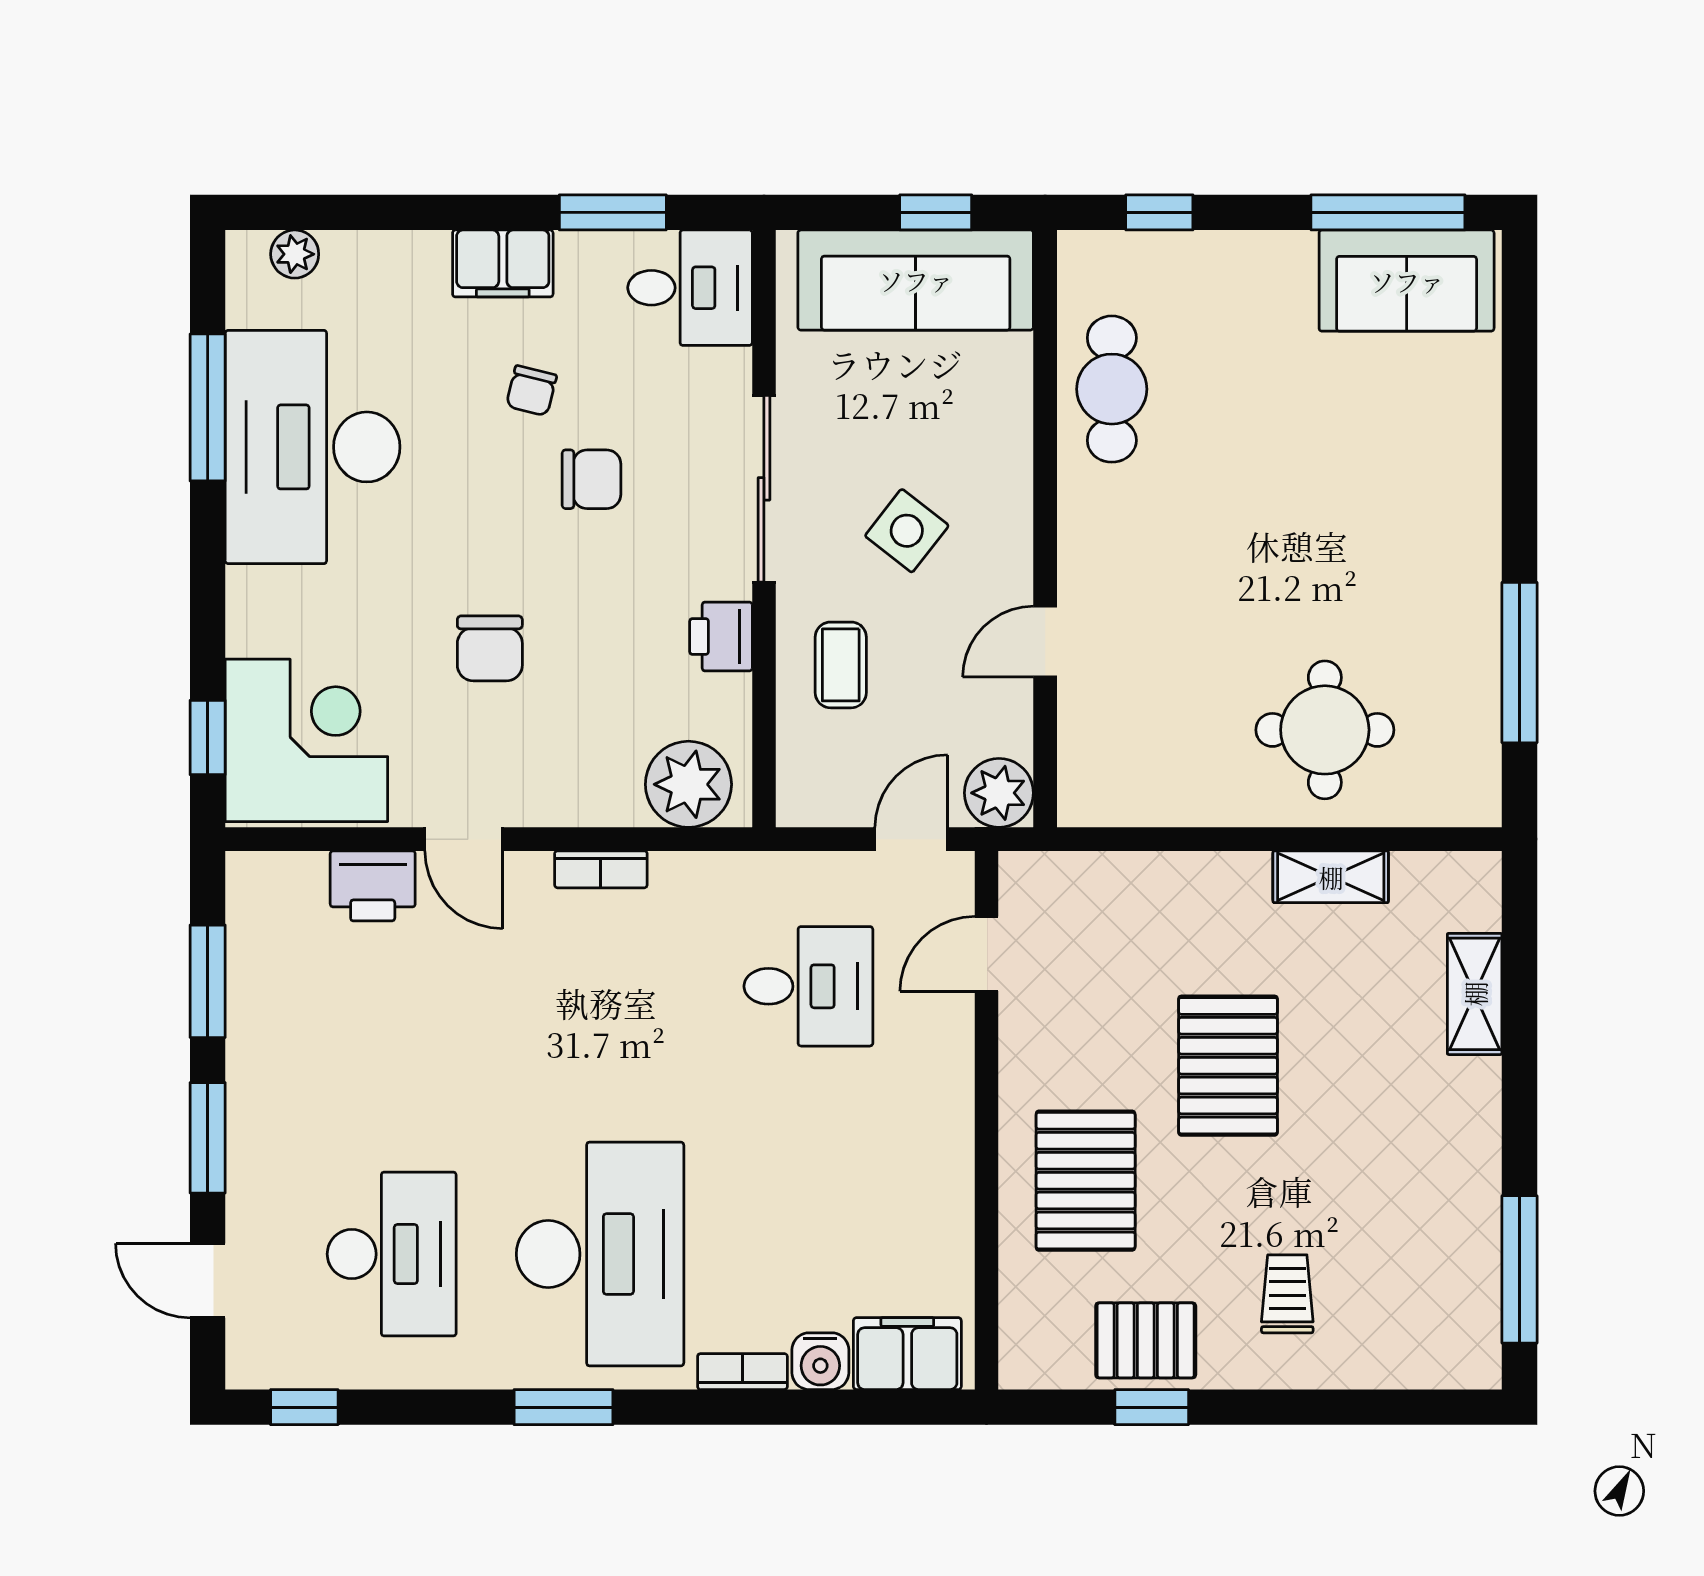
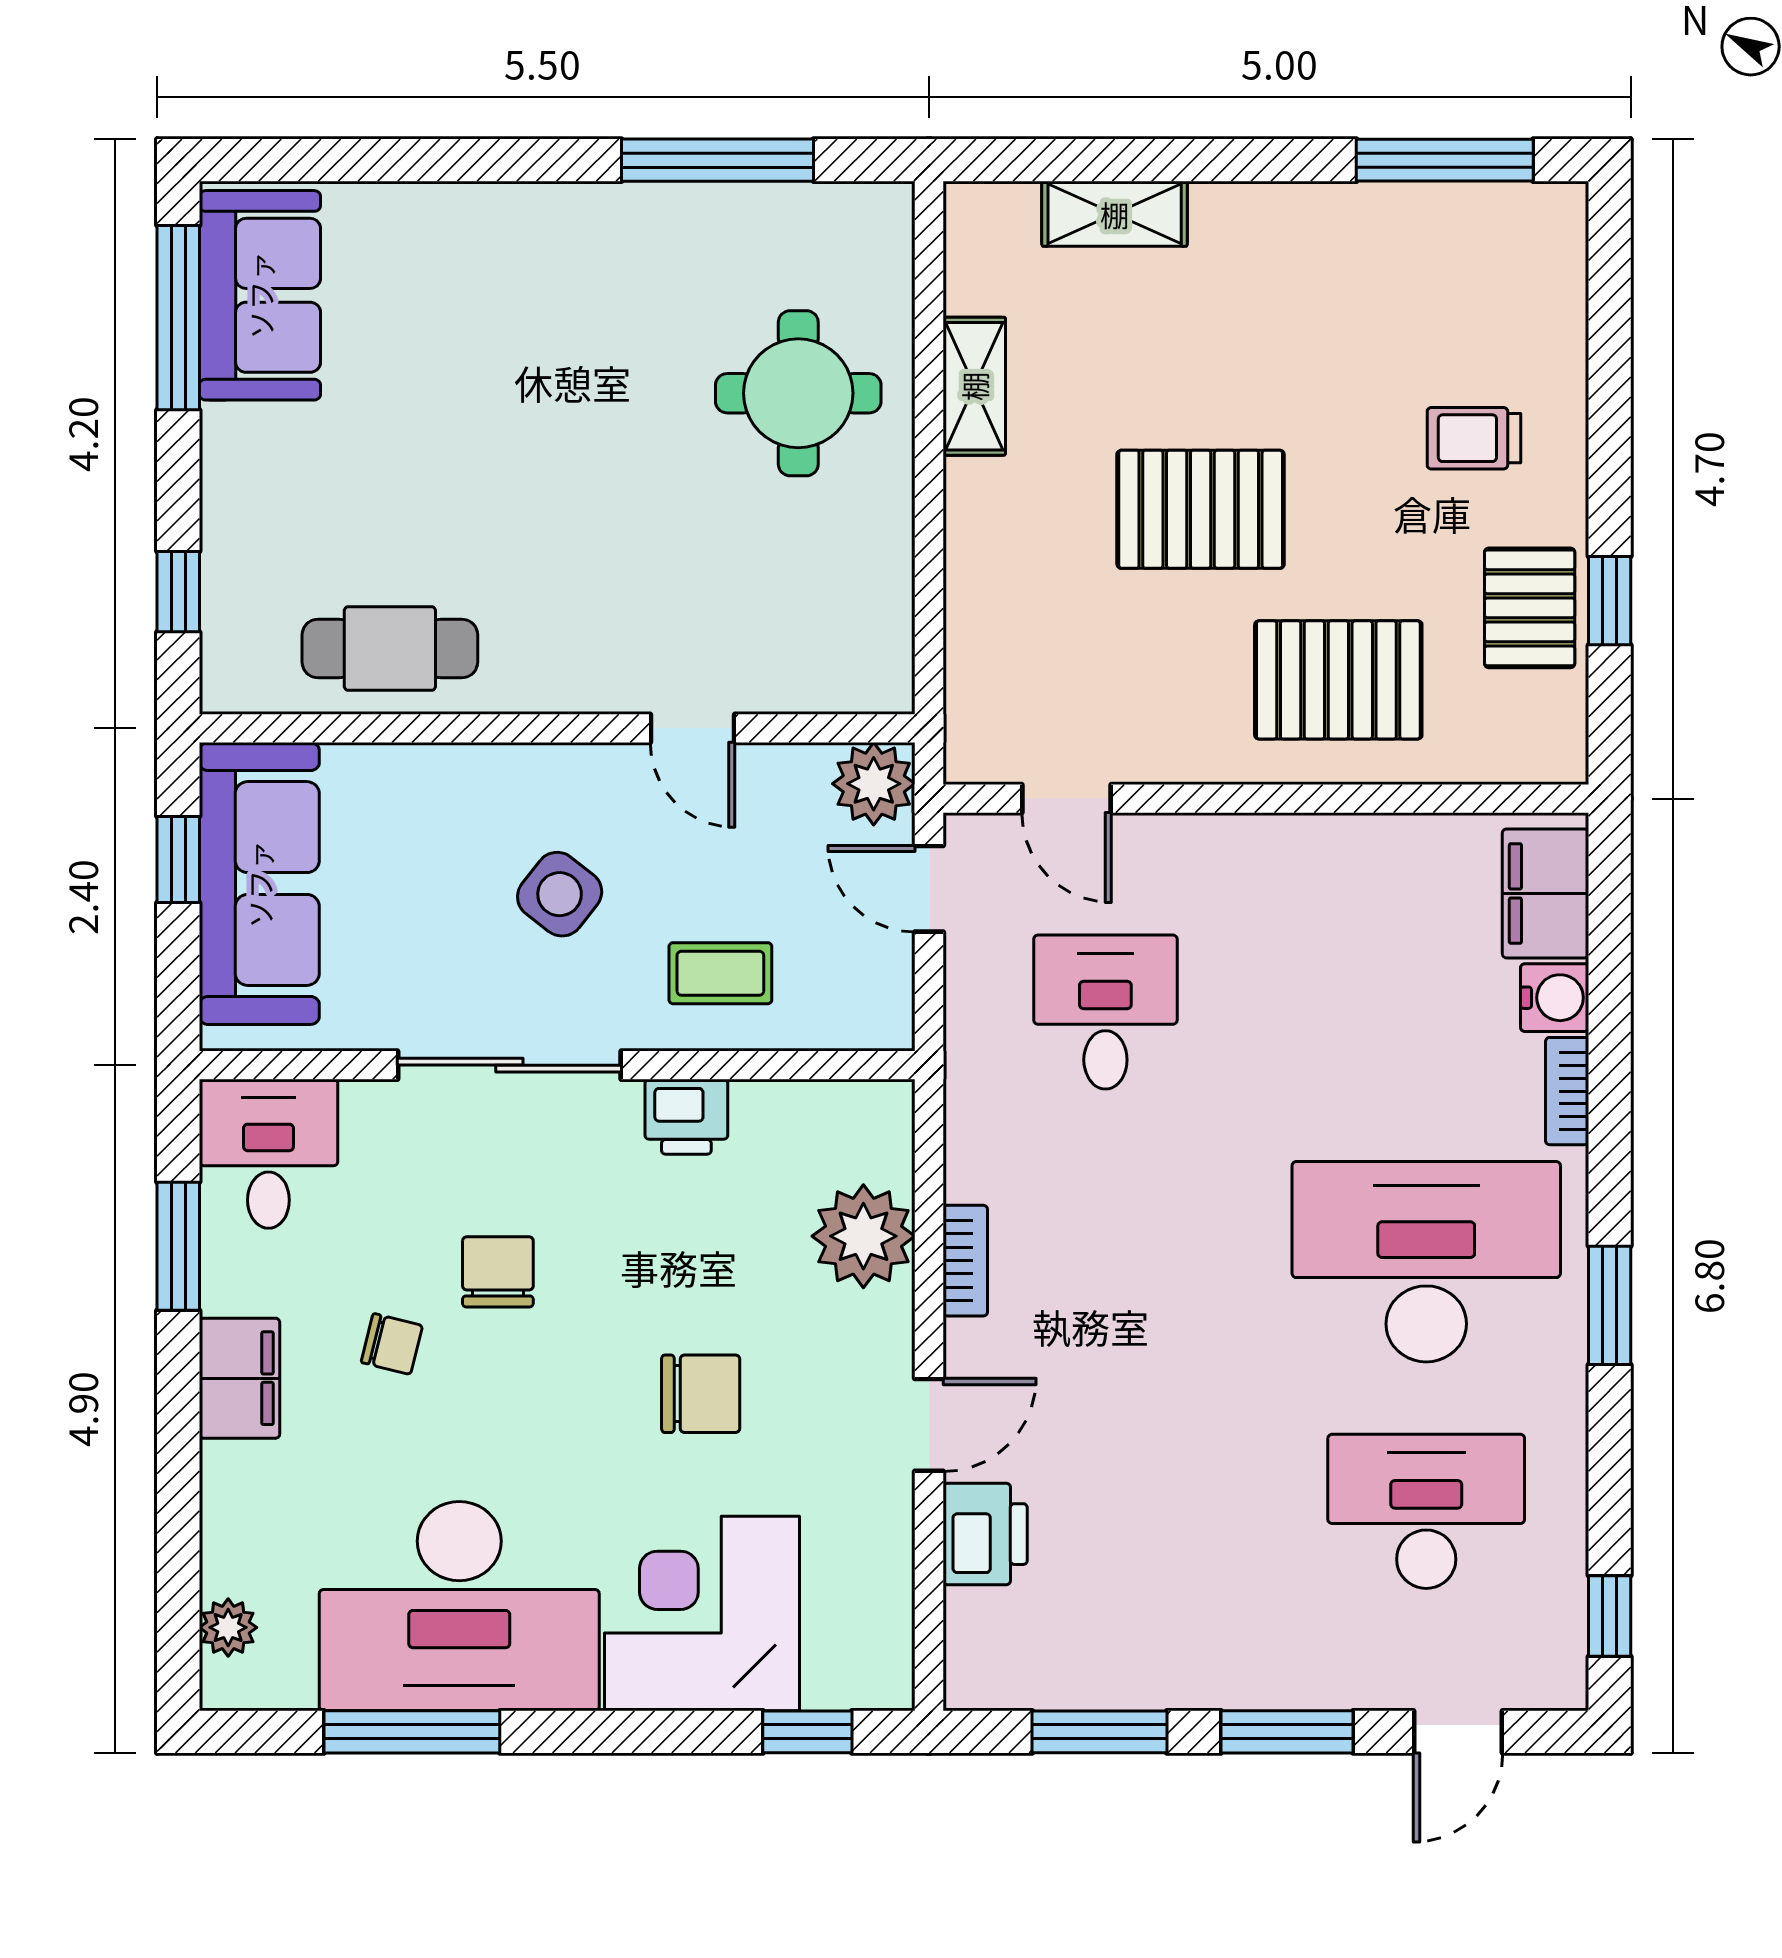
corner desk: (306, 740) -> (702, 1613), moved
plant: (688, 784) -> (863, 1236), moved

